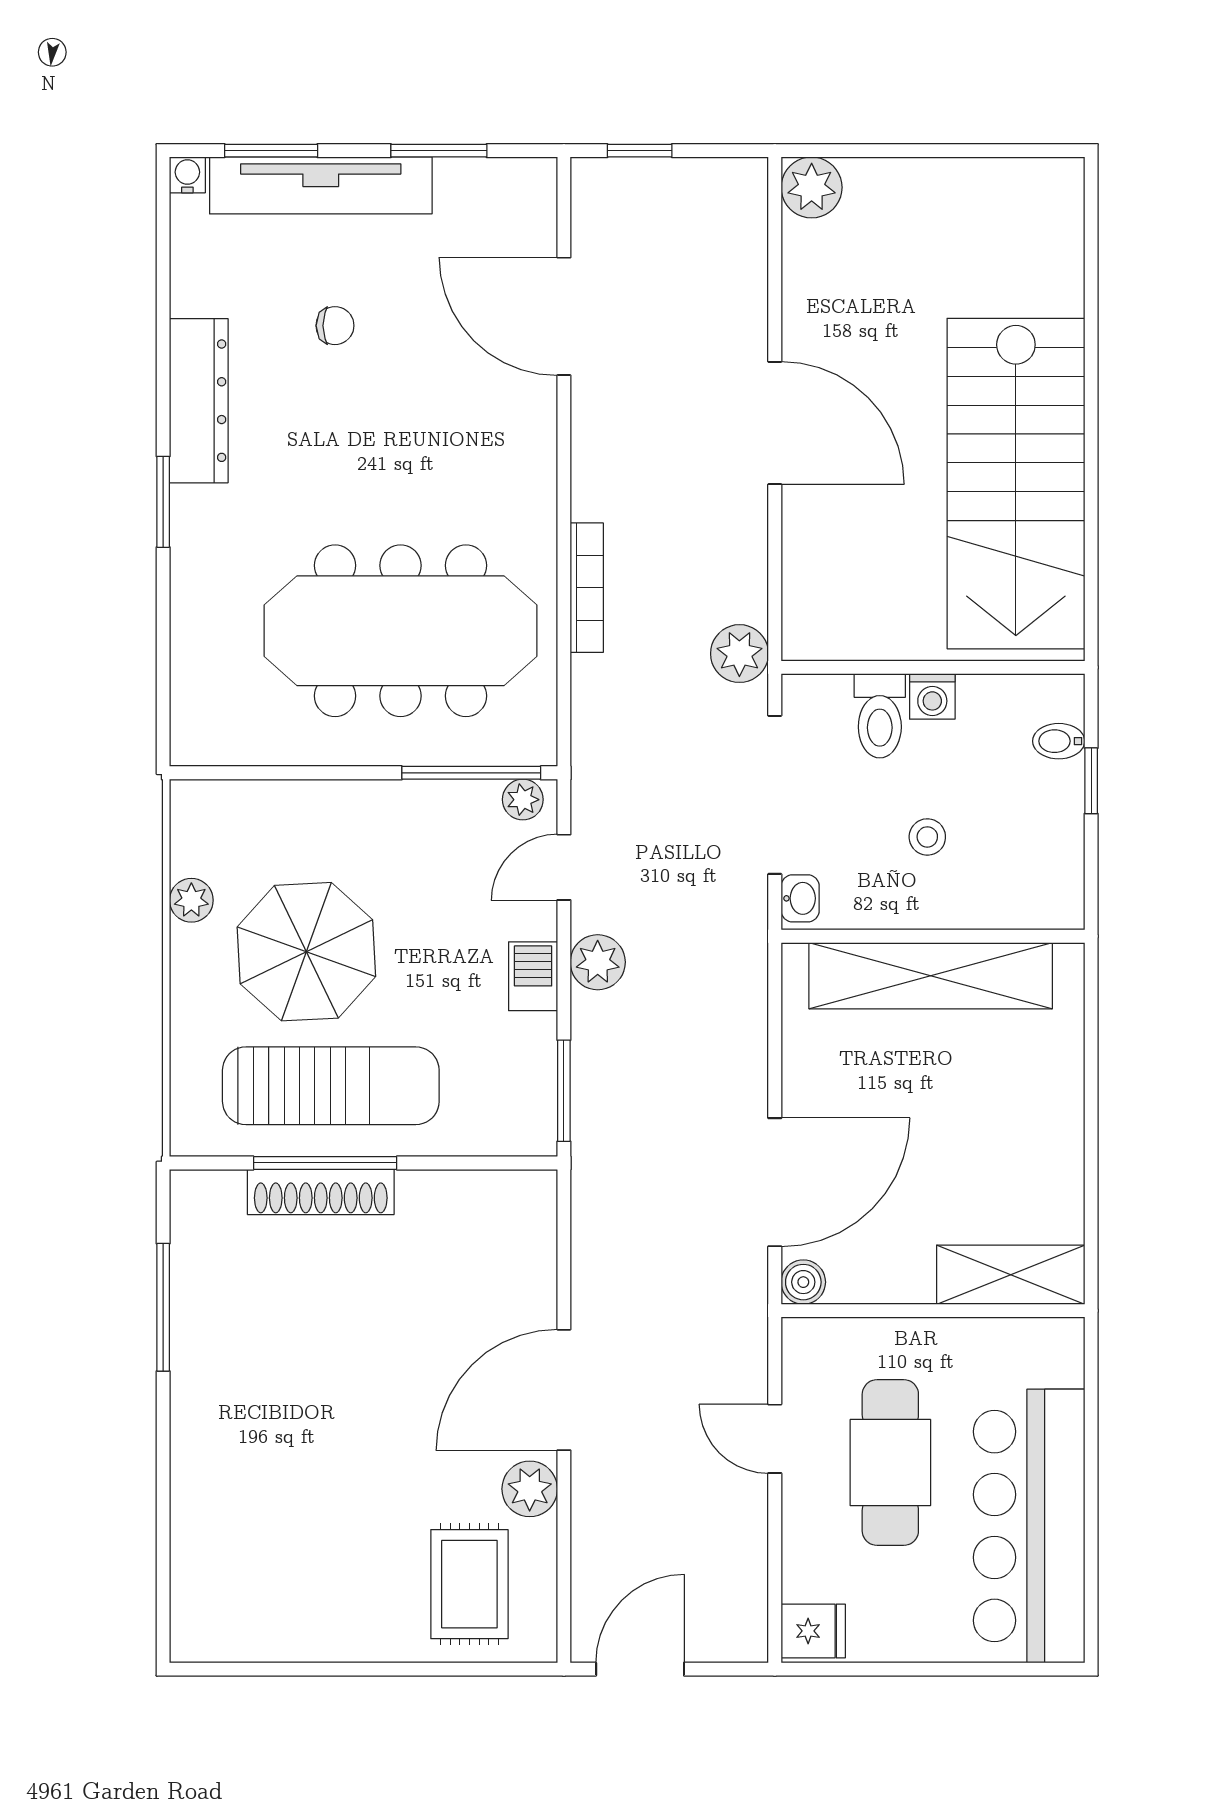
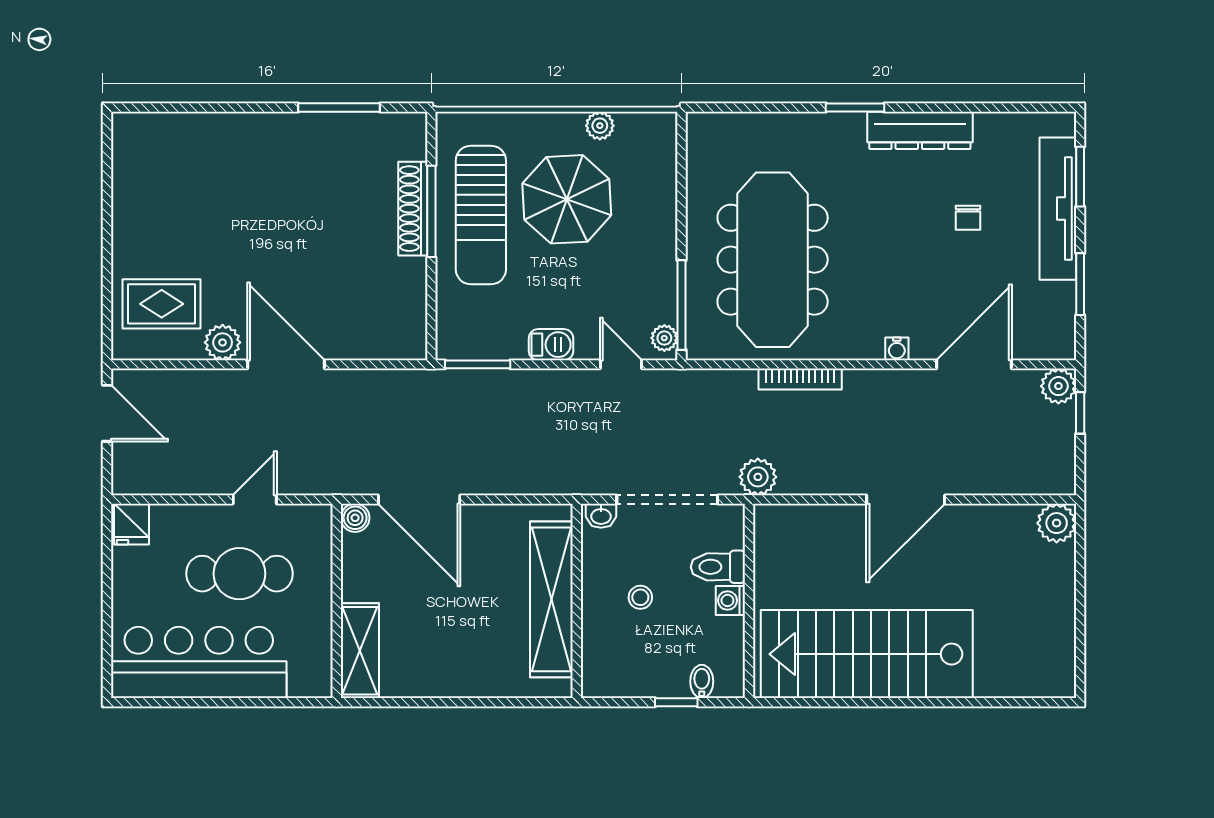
water cooler: (187, 175) -> (897, 349), moved, turned 90
plant: (598, 962) -> (1058, 386), moved

